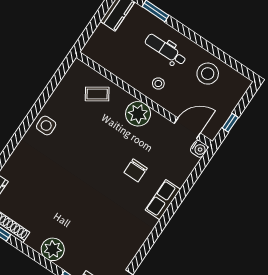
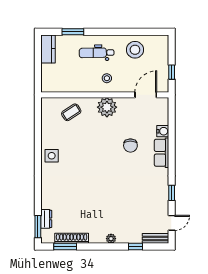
water cooler: (199, 149) -> (163, 131), moved
plant: (53, 249) -> (111, 239), width x0.53, depth x0.53
window: (145, 249) -> (172, 193), added

